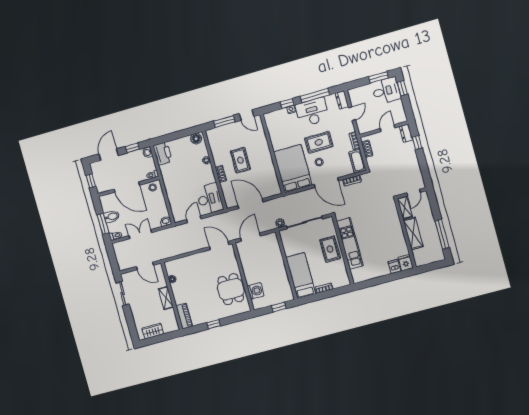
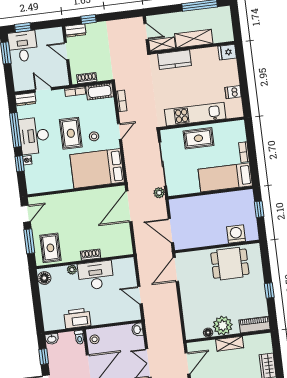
printer: (163, 153) -> (77, 318), moved
rug: (240, 160) -> (50, 248), moved, turned 90
door: (326, 183) -> (120, 131), width x0.53
desk: (210, 199) -> (96, 275), moved
door: (251, 204) -> (129, 206), moved
kitchen counter: (393, 220) -> (174, 60), added
dishwasher: (394, 267) -> (233, 92), moved
plant: (180, 290) -> (223, 326), added

